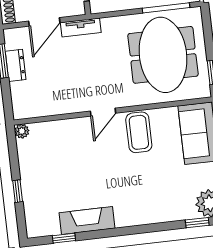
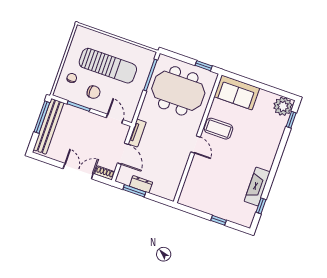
plant: (22, 131) -> (183, 200), removed

